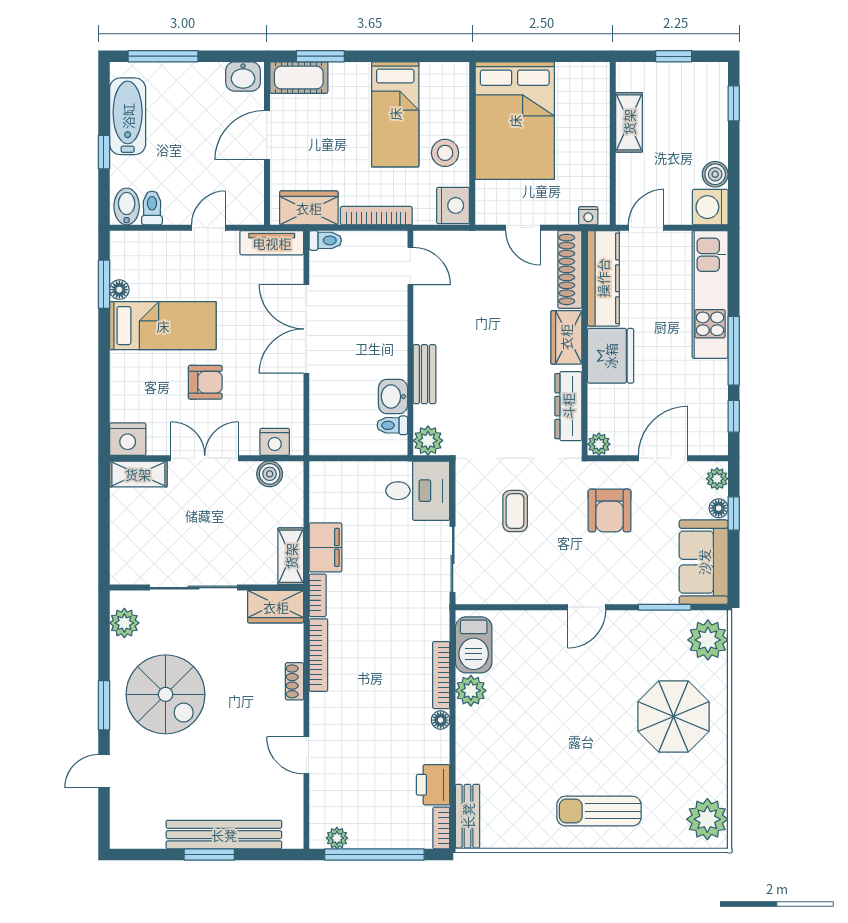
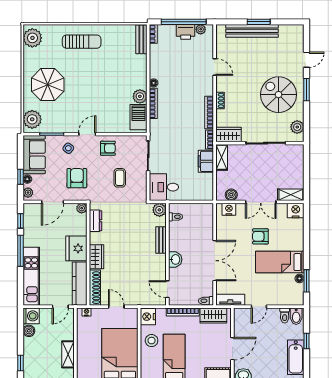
washbasin: (393, 397) -> (175, 259), moved
dresser: (568, 406) -> (96, 221), width x0.70
armchair: (541, 576) -> (108, 148), added
side table: (628, 576) -> (68, 148), added
printer: (433, 785) -> (186, 32), moved, turned 90

